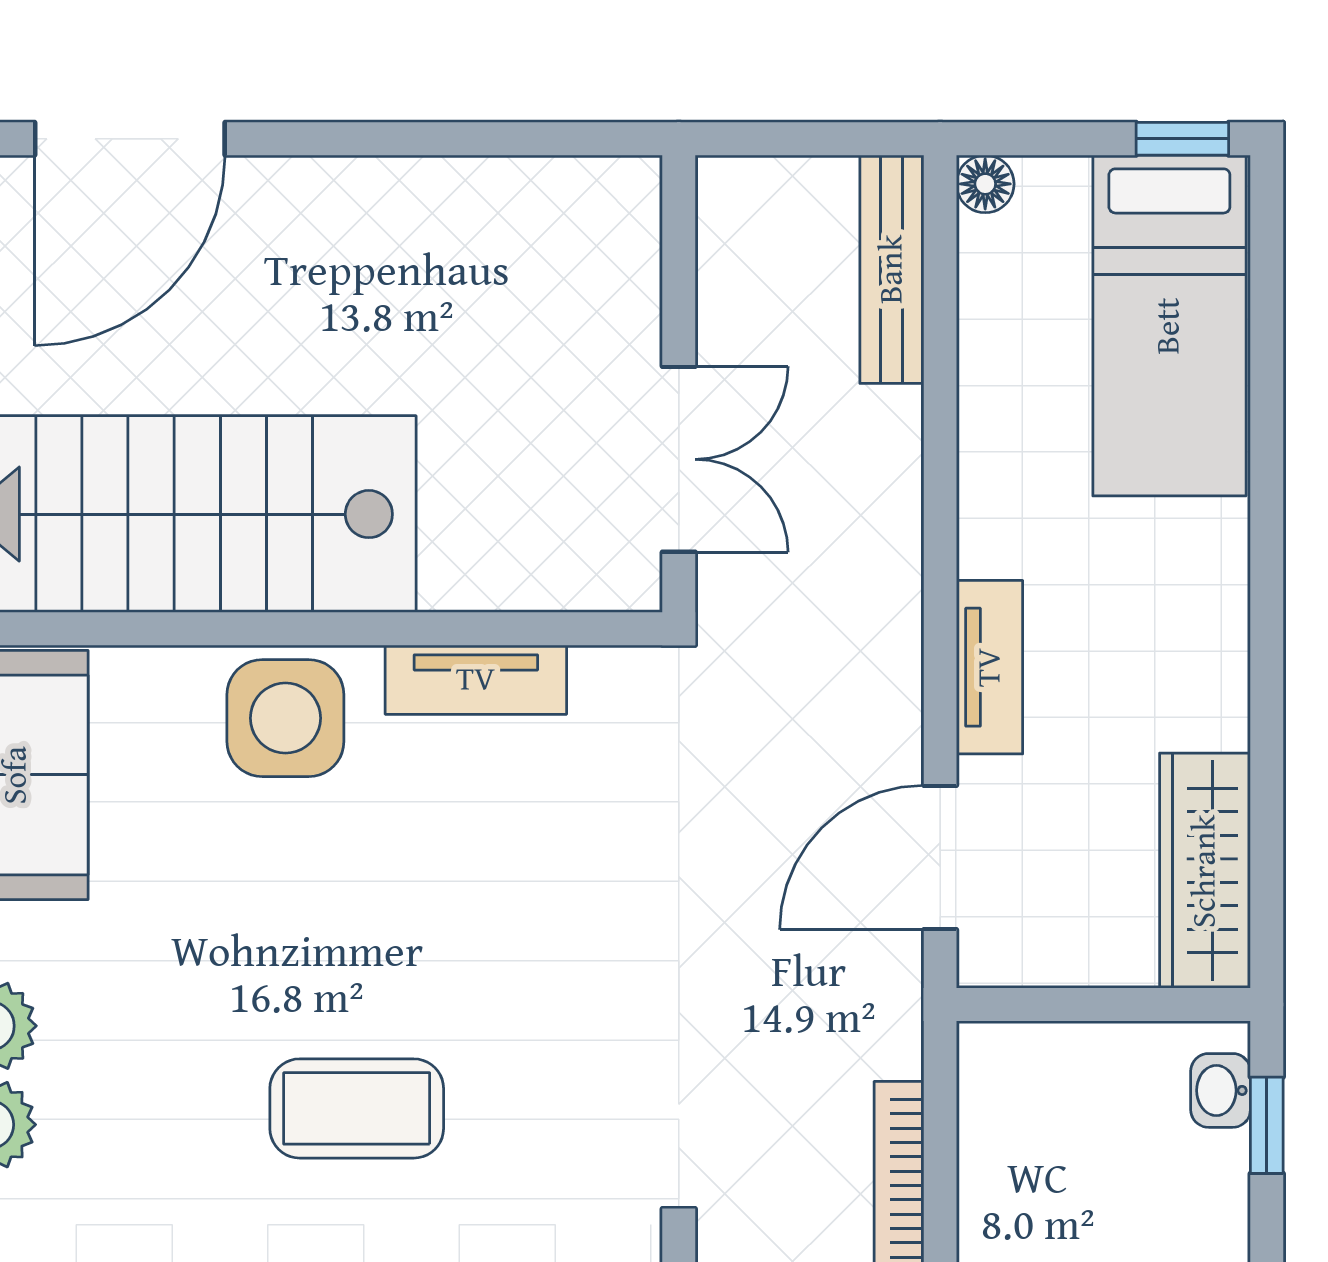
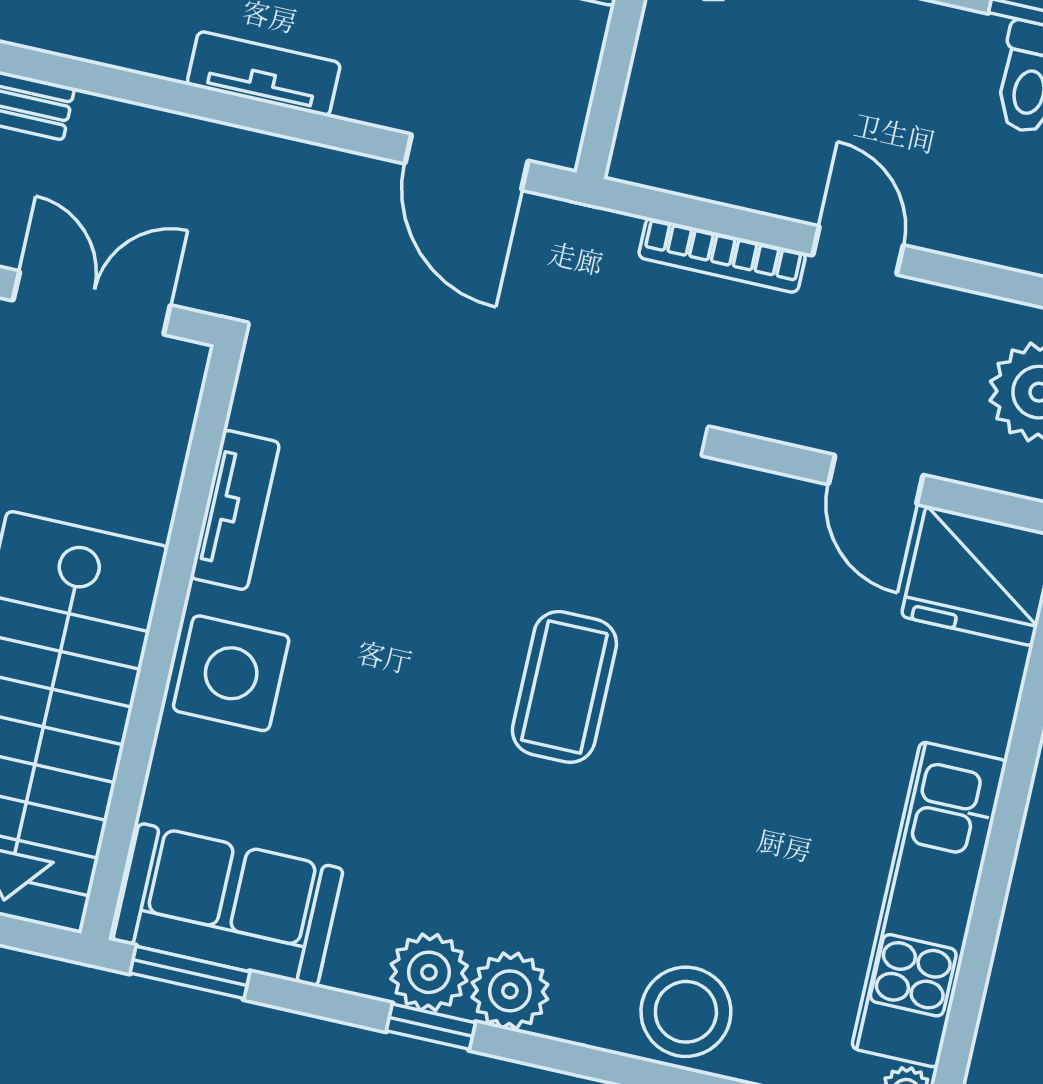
tv unit: (990, 667) -> (264, 74), moved

